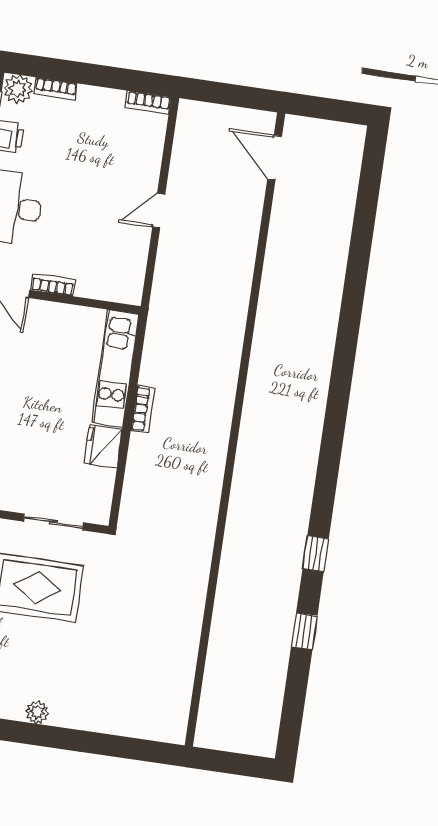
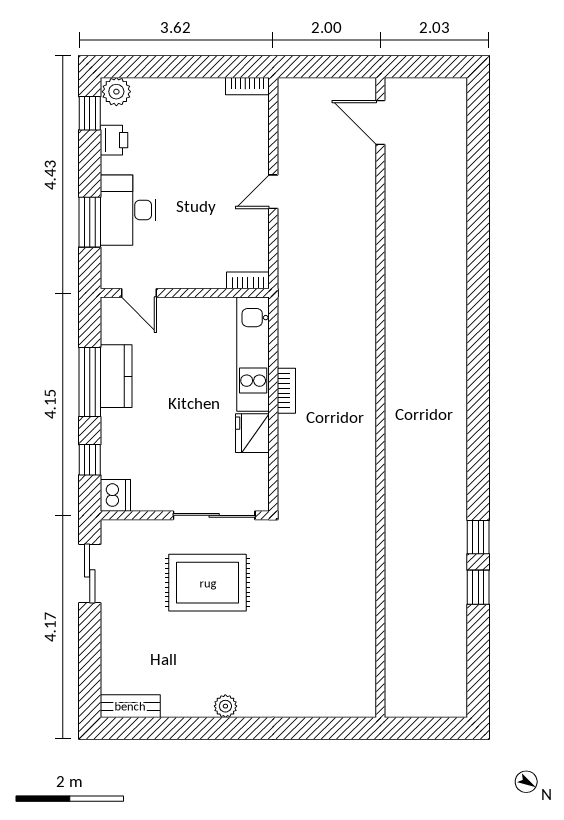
bookcase: (56, 88) -> (154, 86), removed
bookcase: (53, 285) -> (248, 280), moved
sliding door: (54, 522) -> (214, 515), width x1.37
window: (316, 554) -> (478, 537), moved

